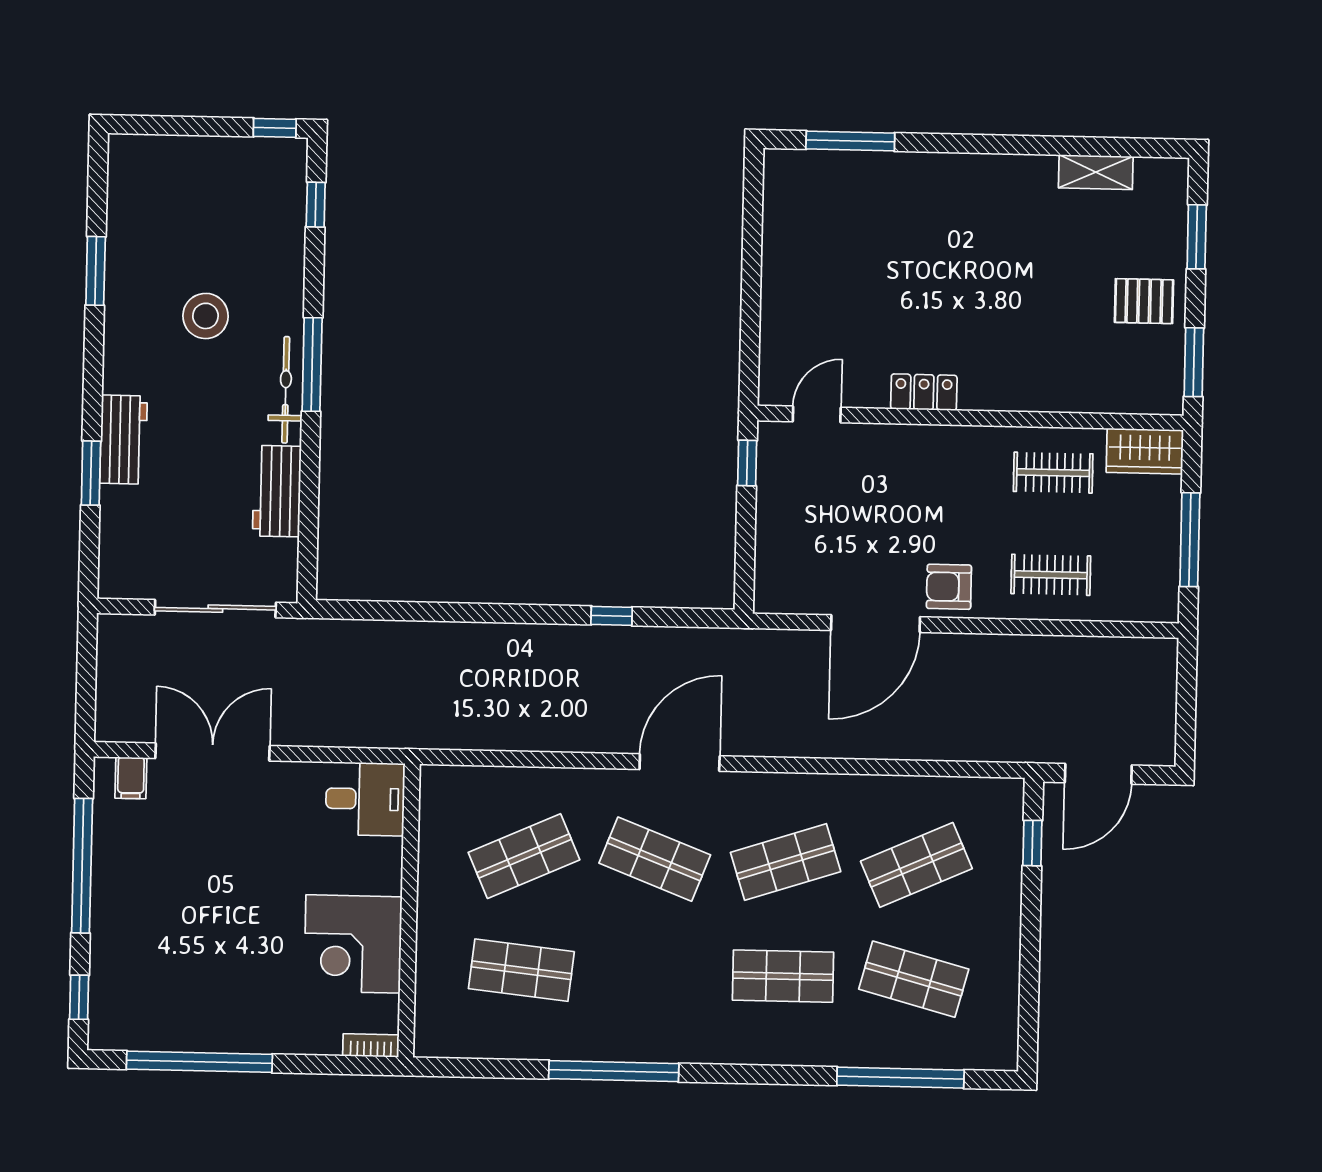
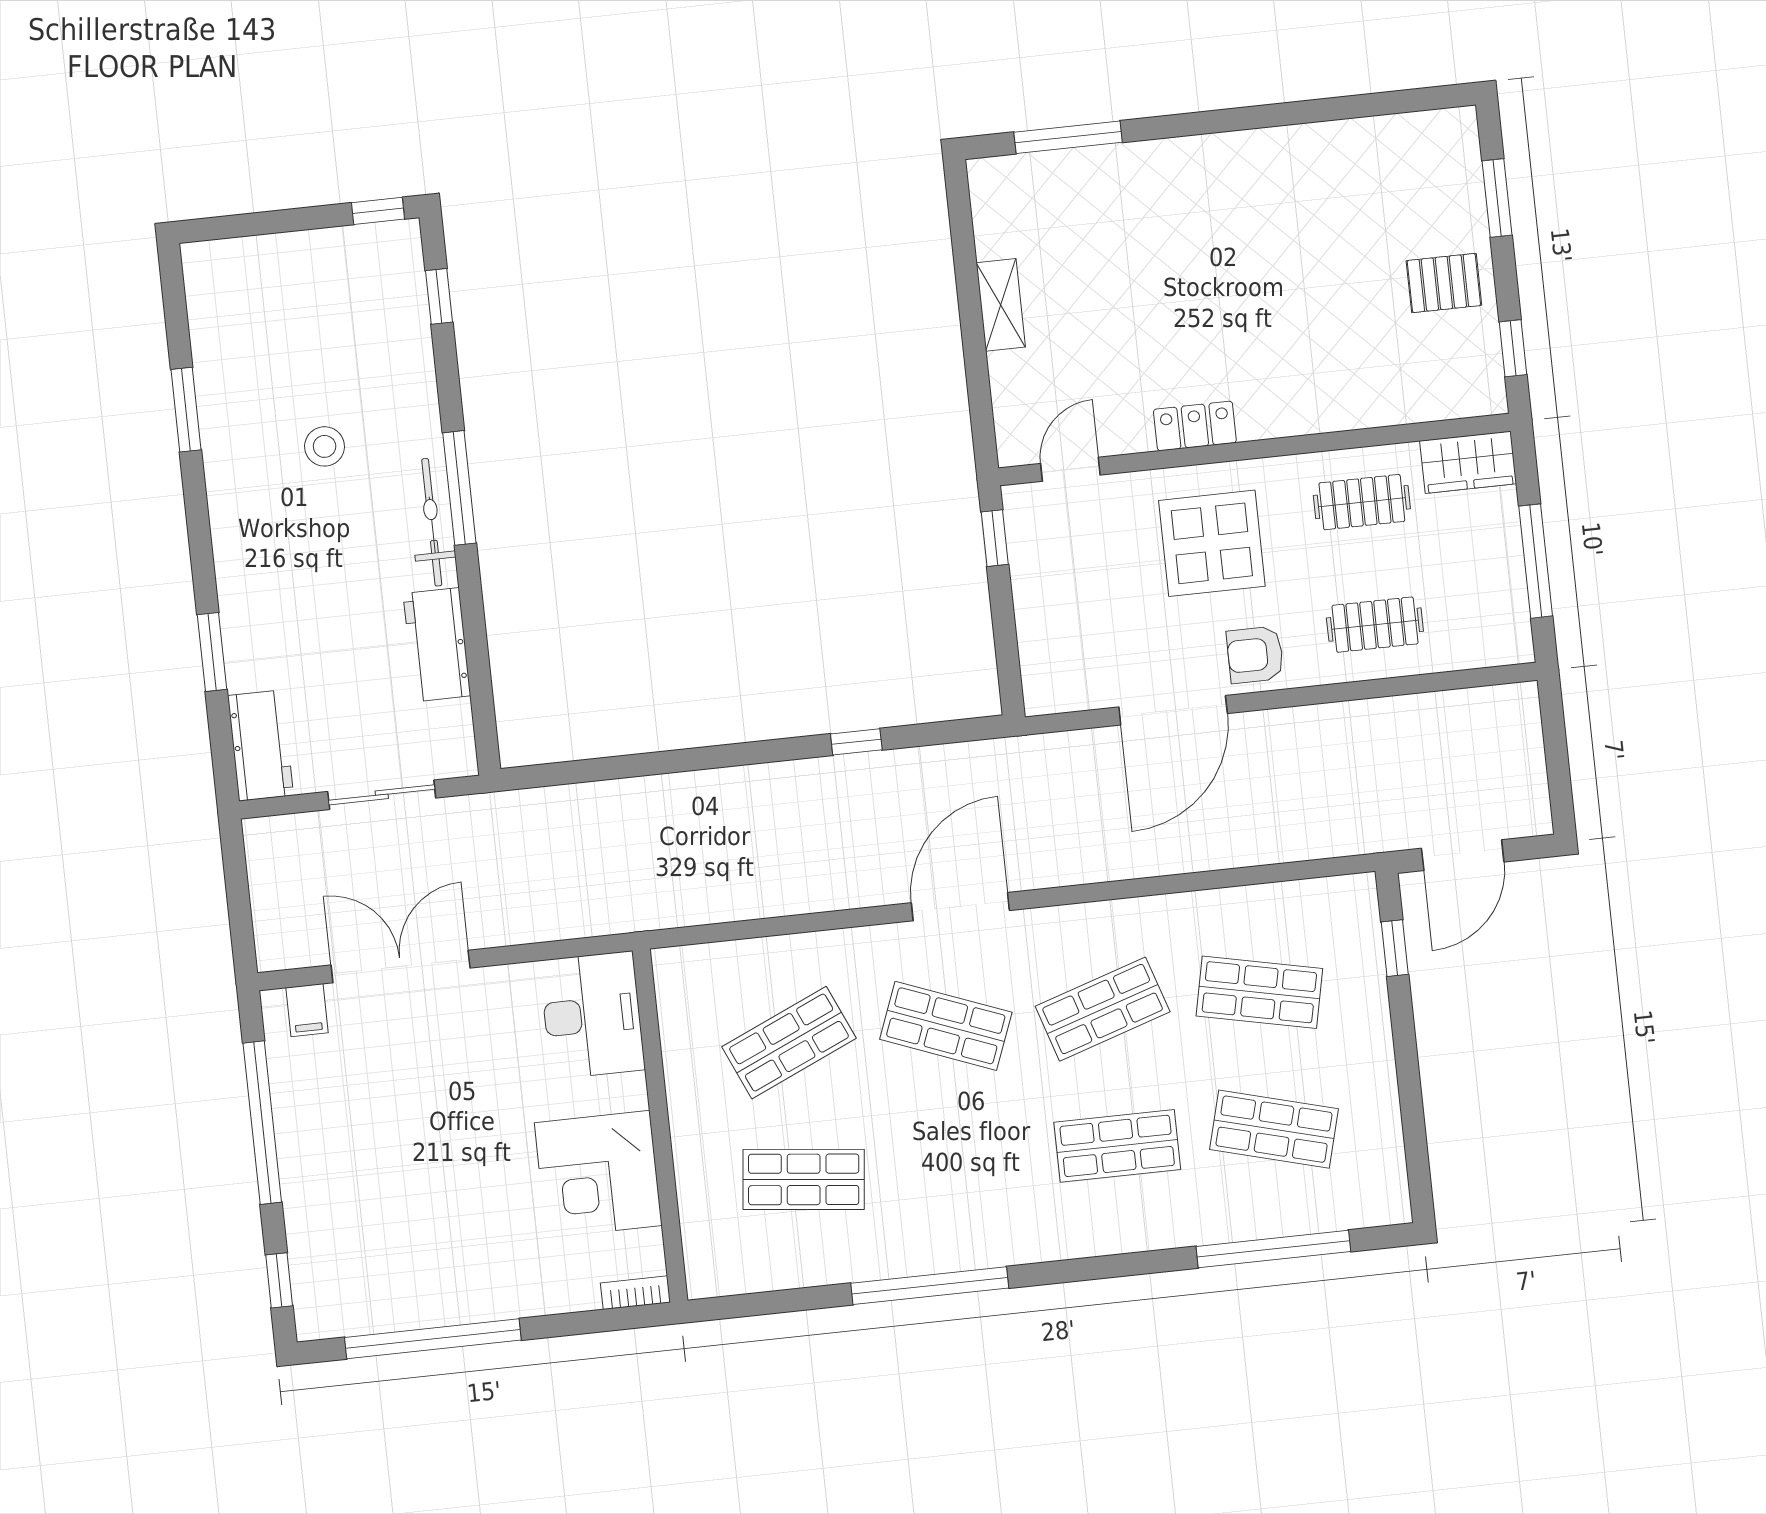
shelving: (1096, 172) -> (1001, 305), moved, turned 90
stool: (206, 316) -> (325, 446), width x0.73, depth x0.73
window: (1194, 362) -> (1513, 348), width x0.67
workbench: (124, 440) -> (261, 745), moved
display table: (925, 490) -> (1212, 543), added
sliding door: (215, 609) -> (382, 795), width x0.73
desk: (365, 799) -> (592, 1015), width x1.37
shop shelf: (916, 865) -> (1259, 992), turned 36

